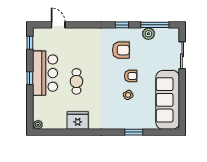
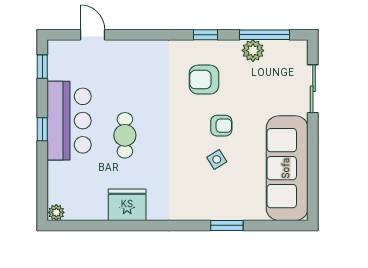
armchair: (121, 50) -> (204, 80), turned 180

